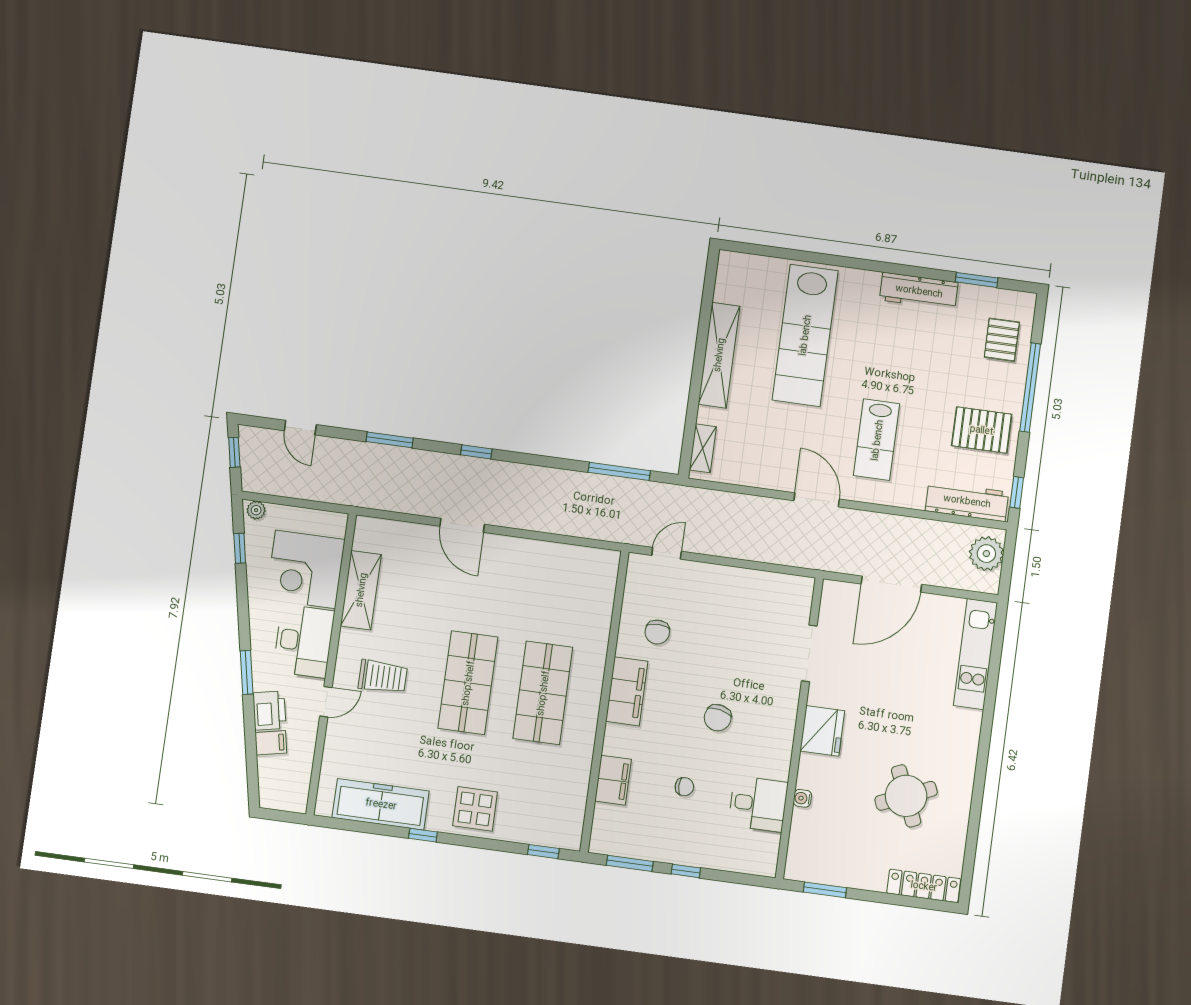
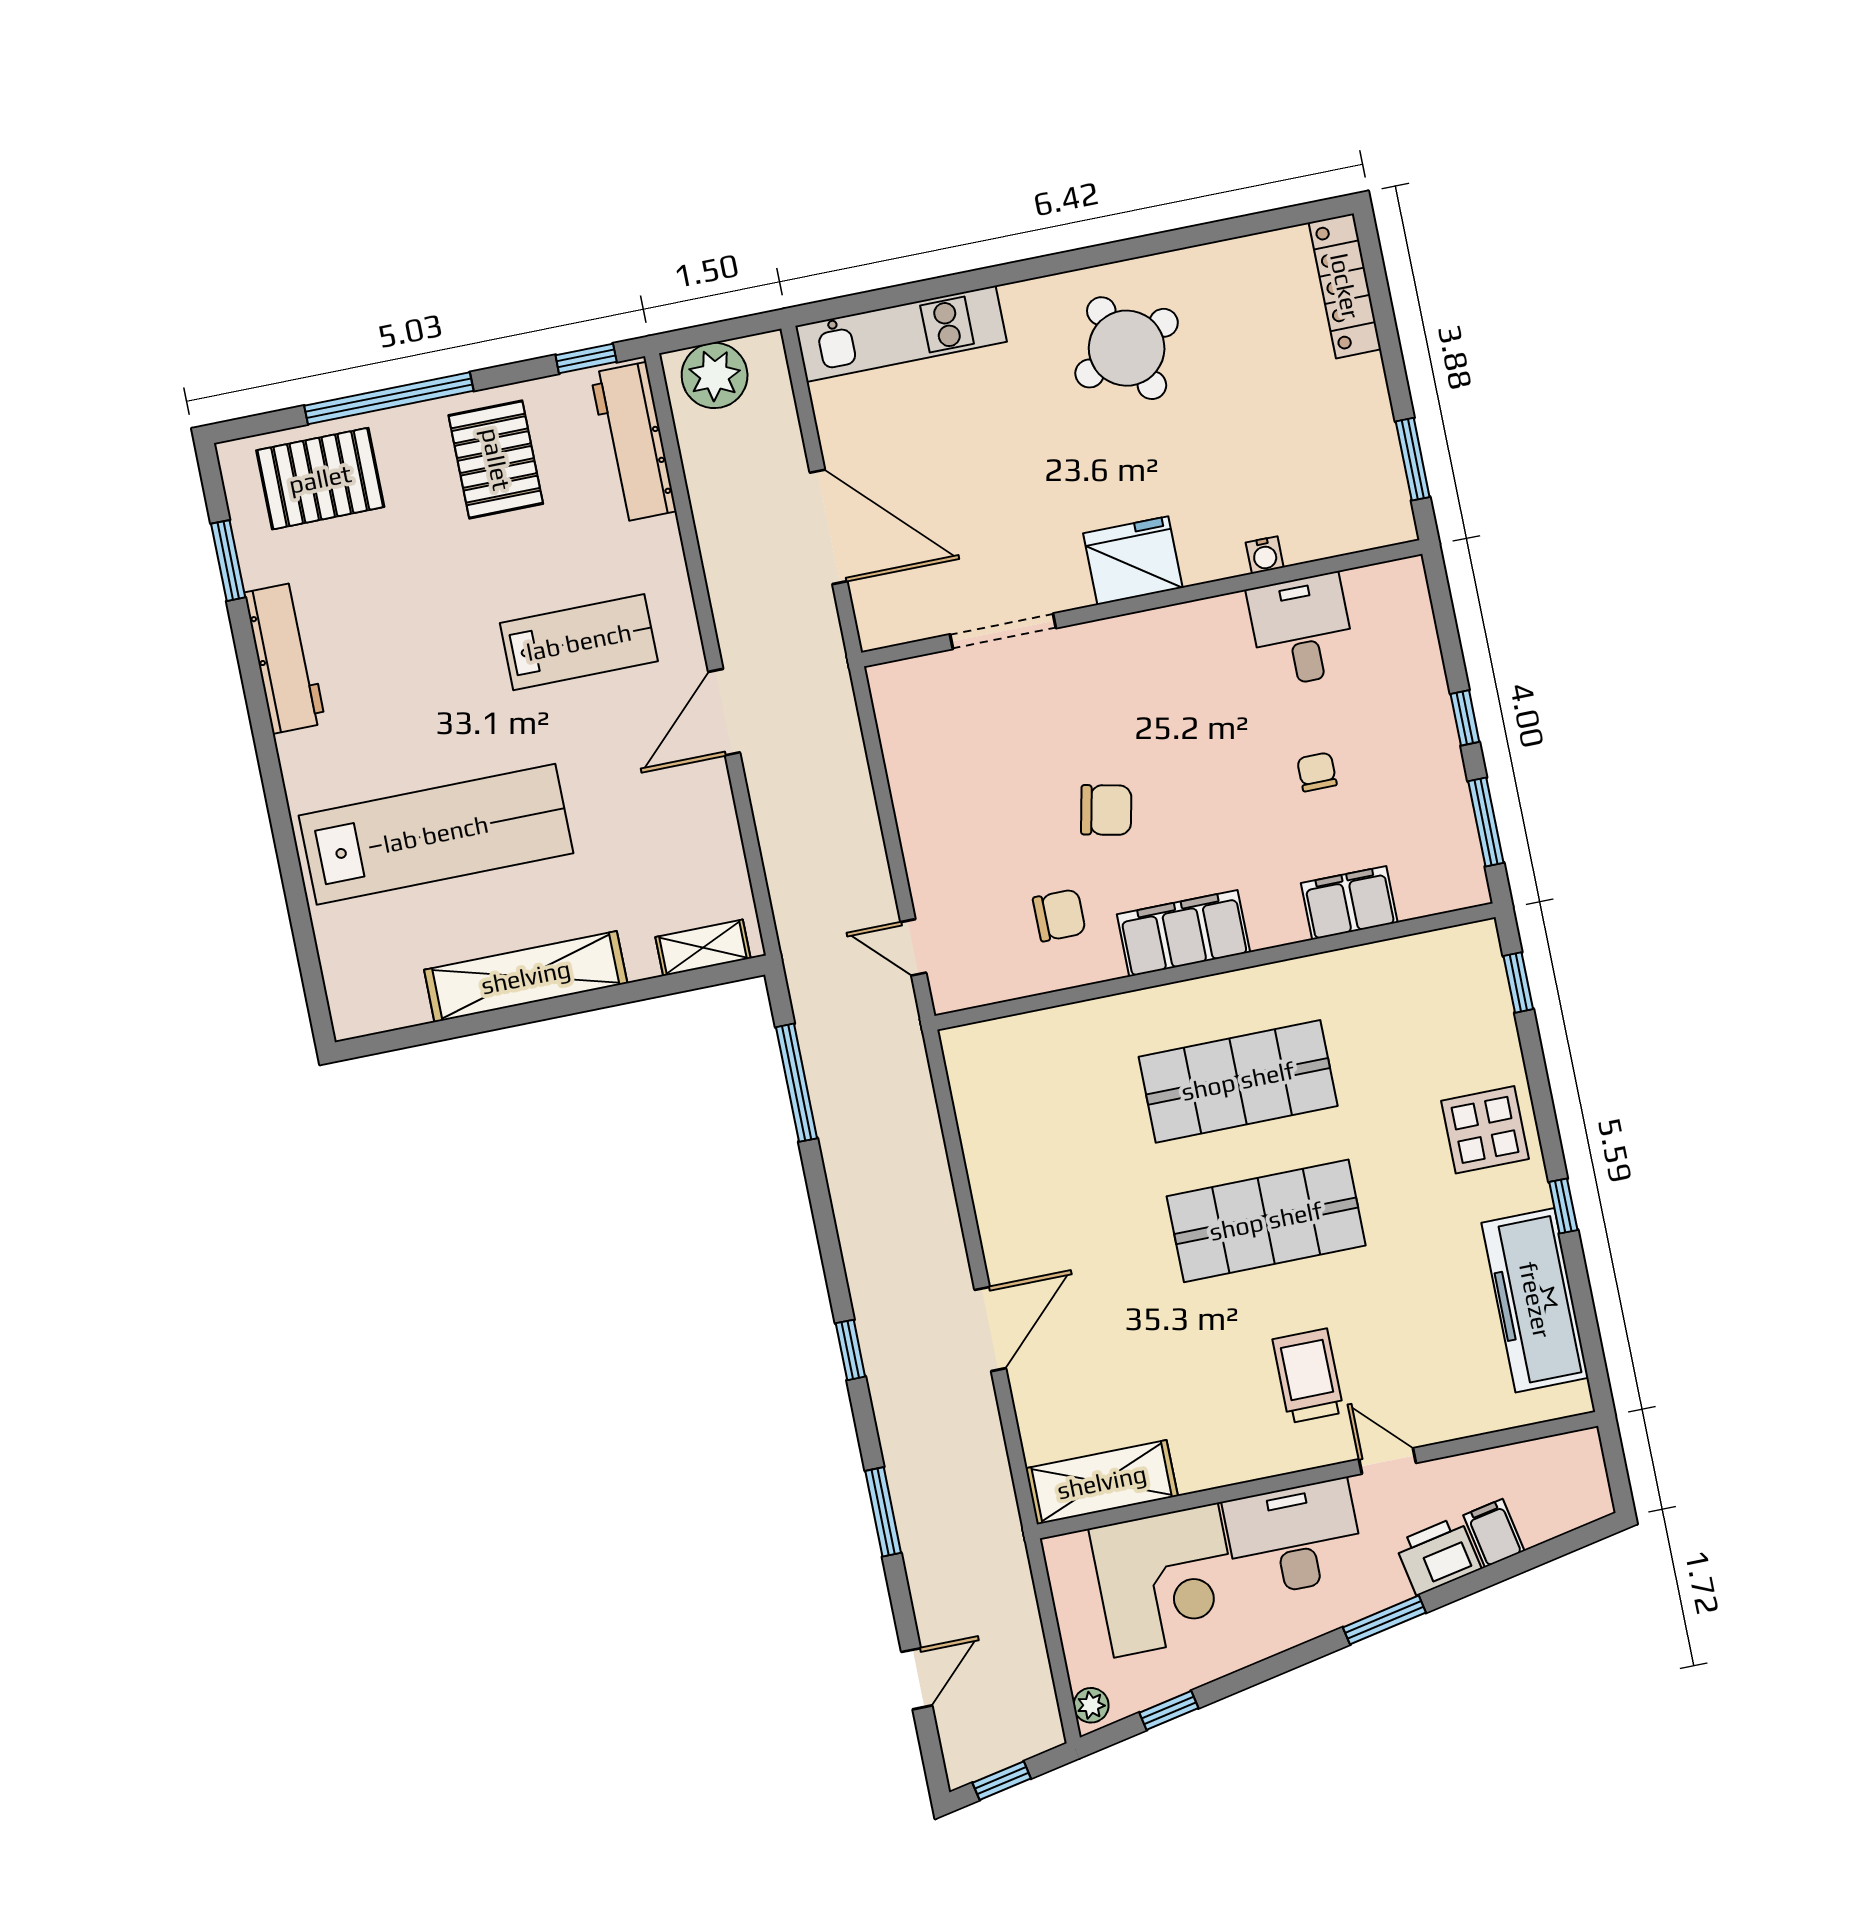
pallet: (1002, 340) -> (320, 479), width x1.50, depth x1.42
shelving: (361, 590) -> (1102, 1482), moved
chair: (718, 718) -> (1106, 810), moved
round table: (906, 796) -> (1127, 348), moved

